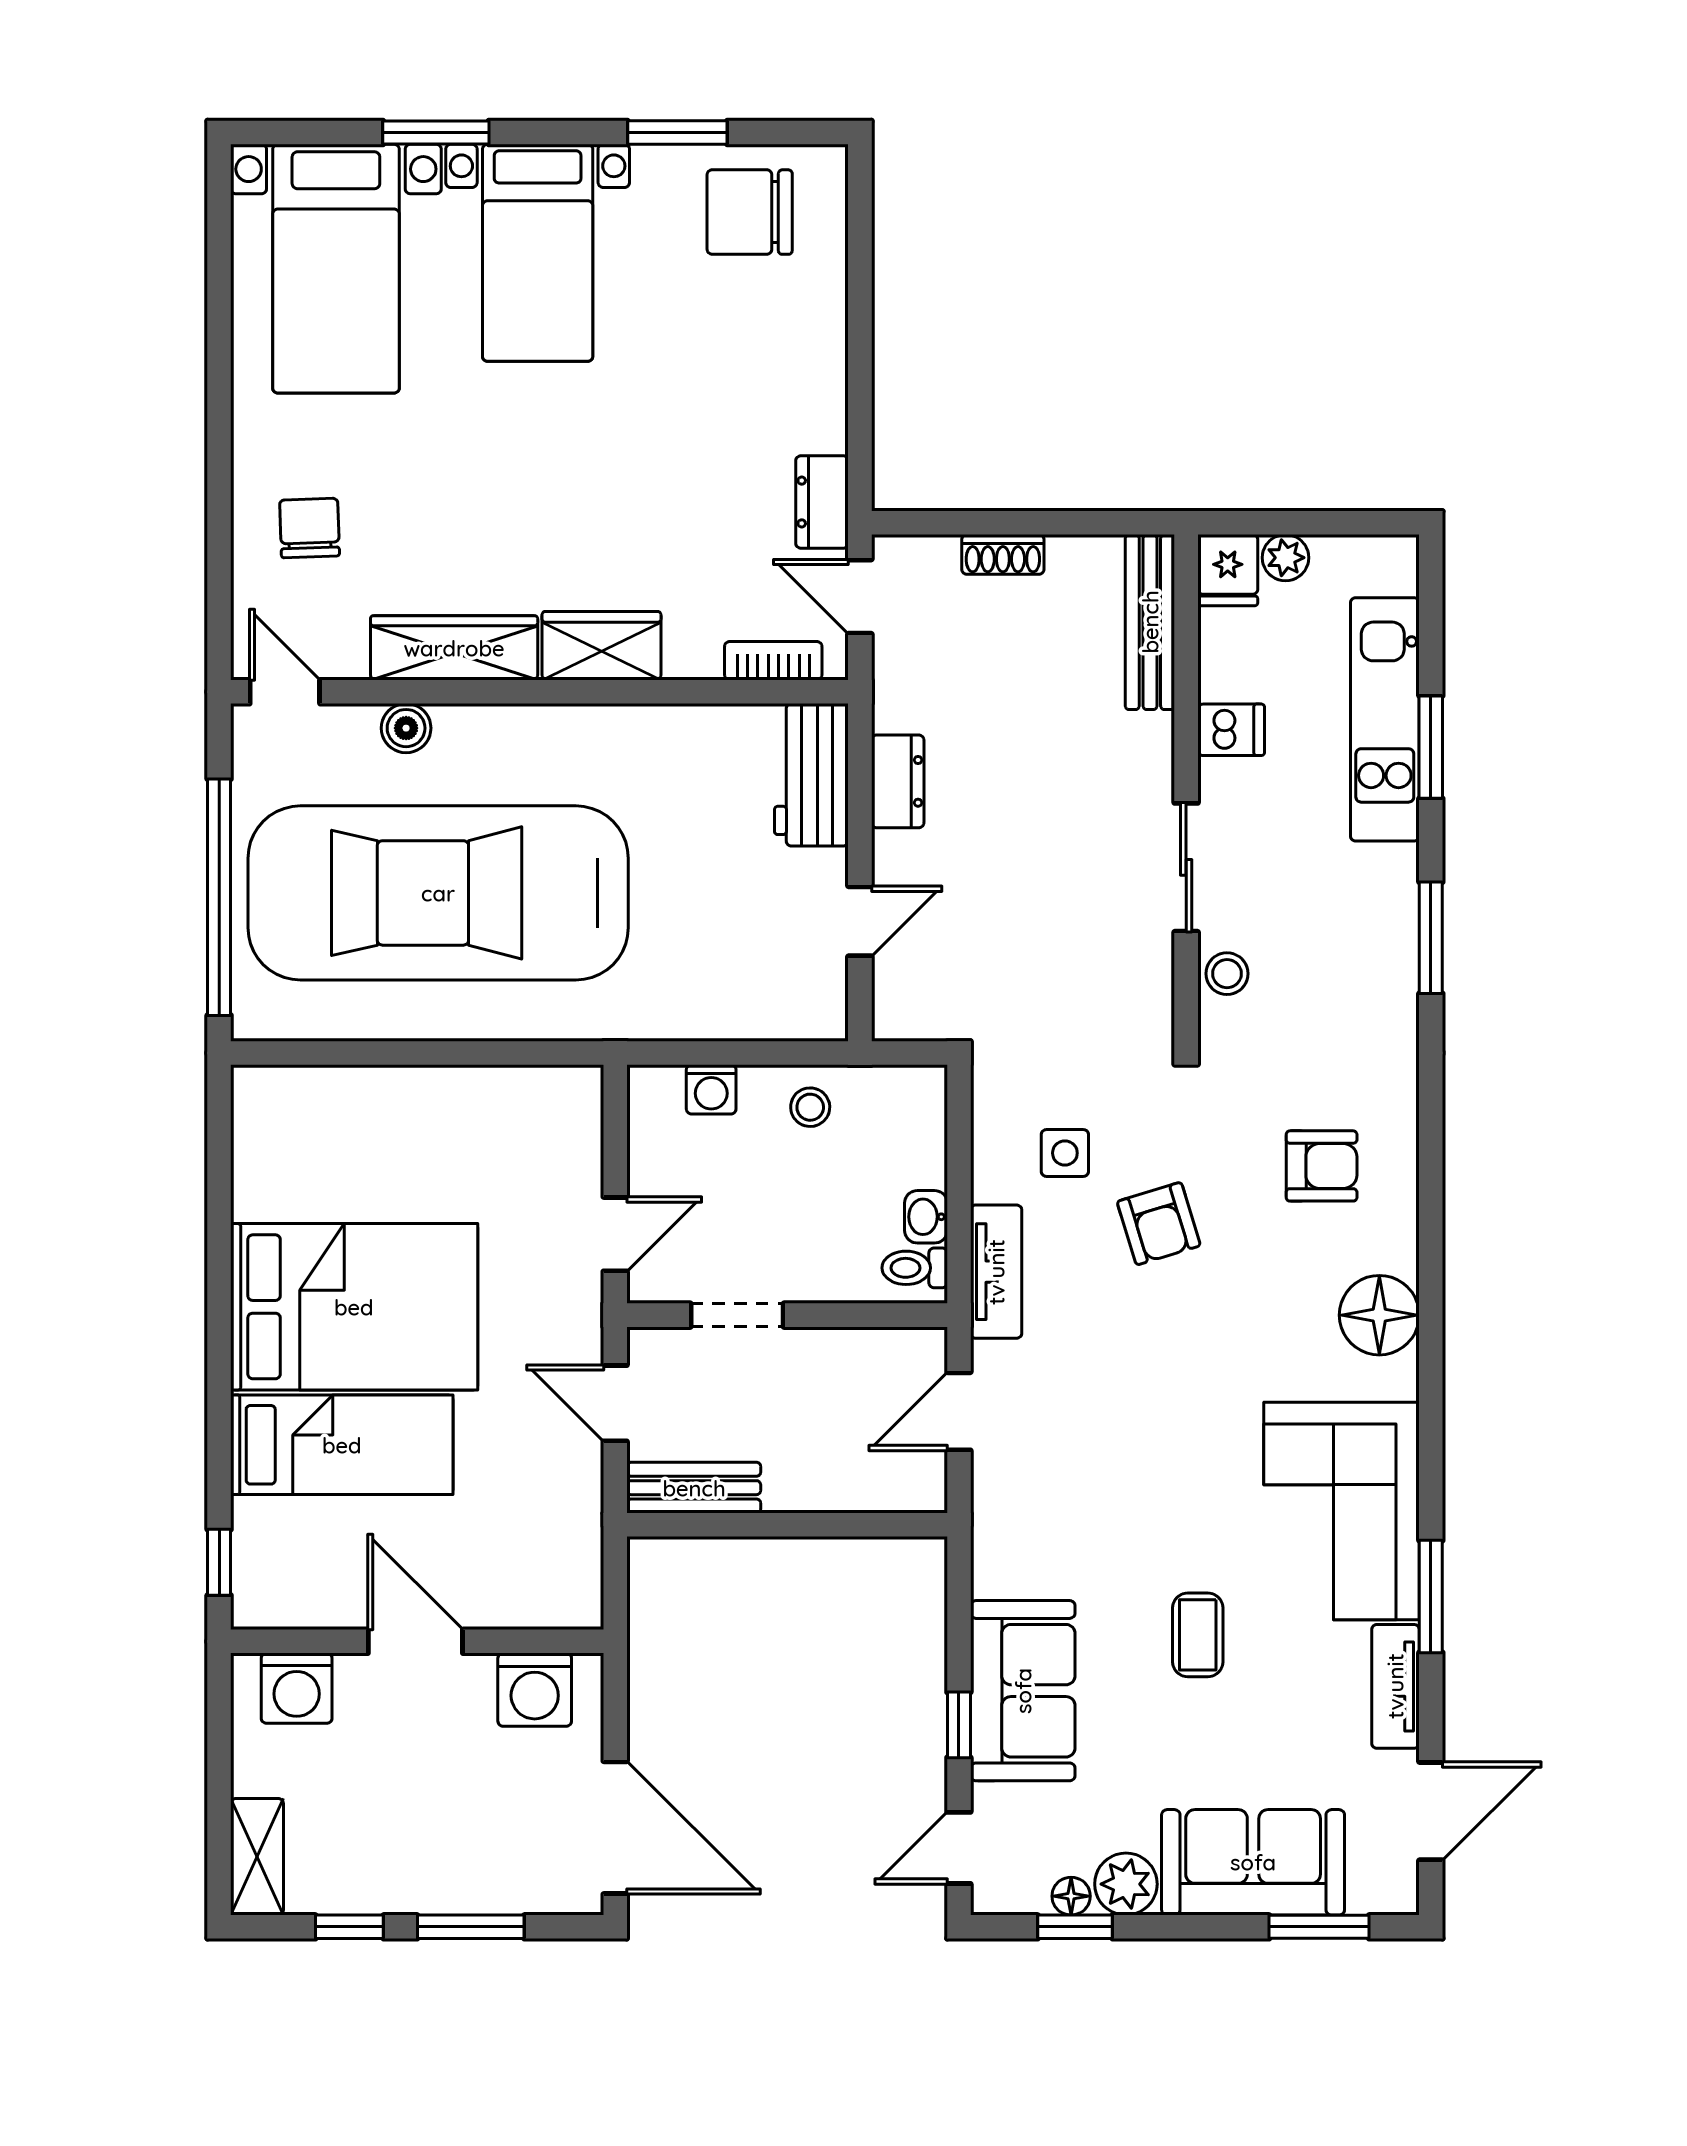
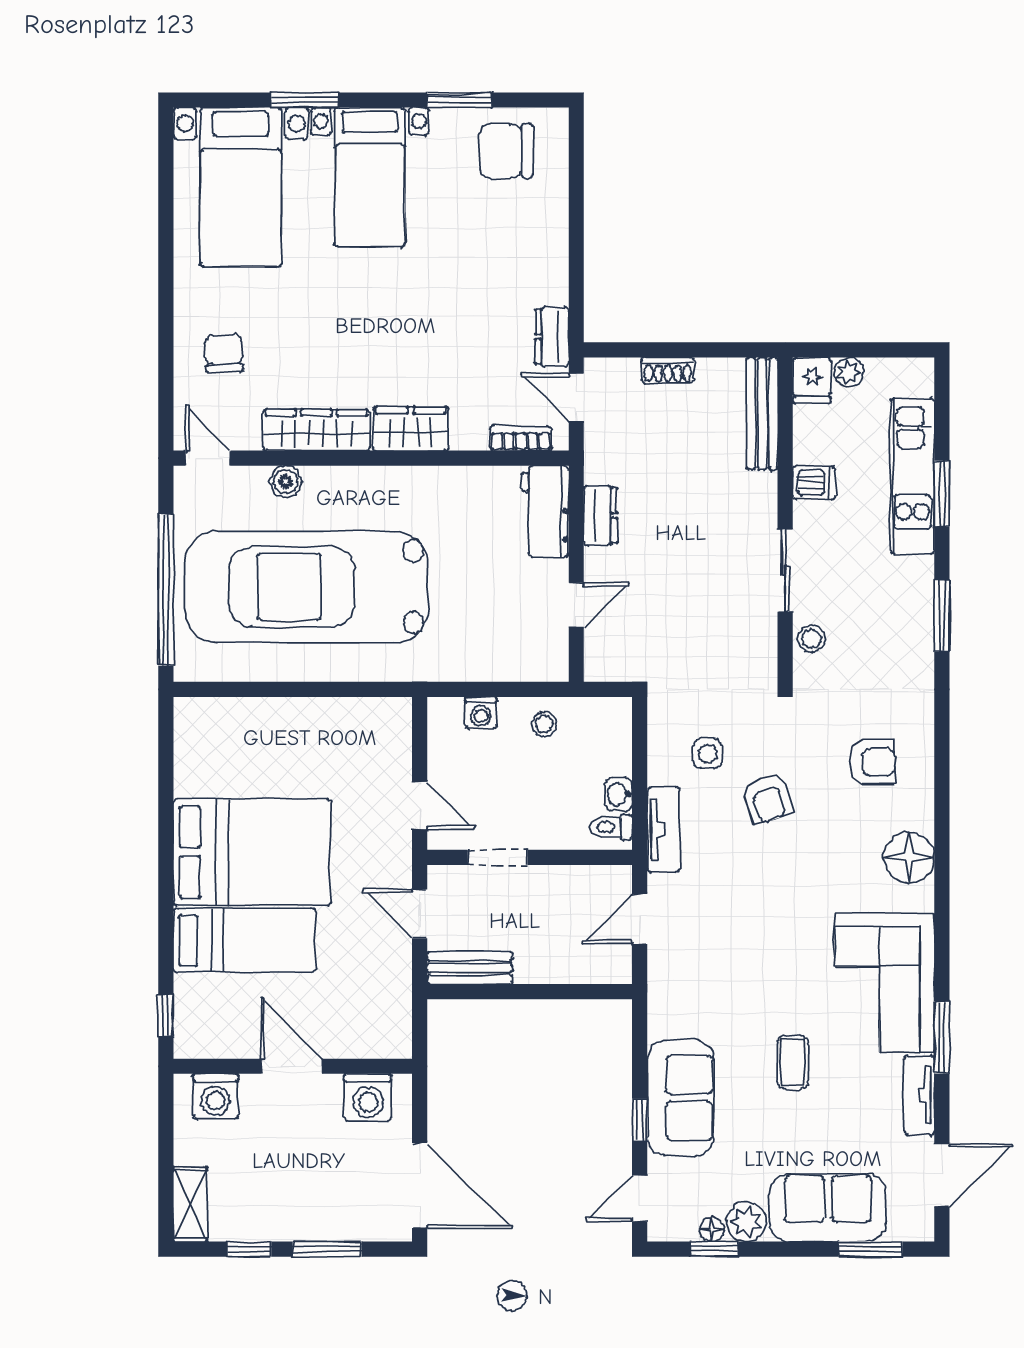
door: (615, 1234) -> (420, 806), hinge flipped

